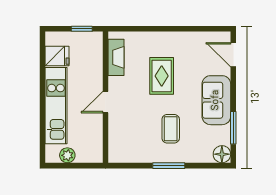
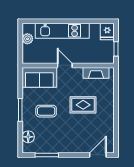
fridge: (57, 56) -> (107, 32), moved
sofa: (216, 100) -> (39, 77), moved, turned 180
floor lamp: (222, 154) -> (28, 137), moved

